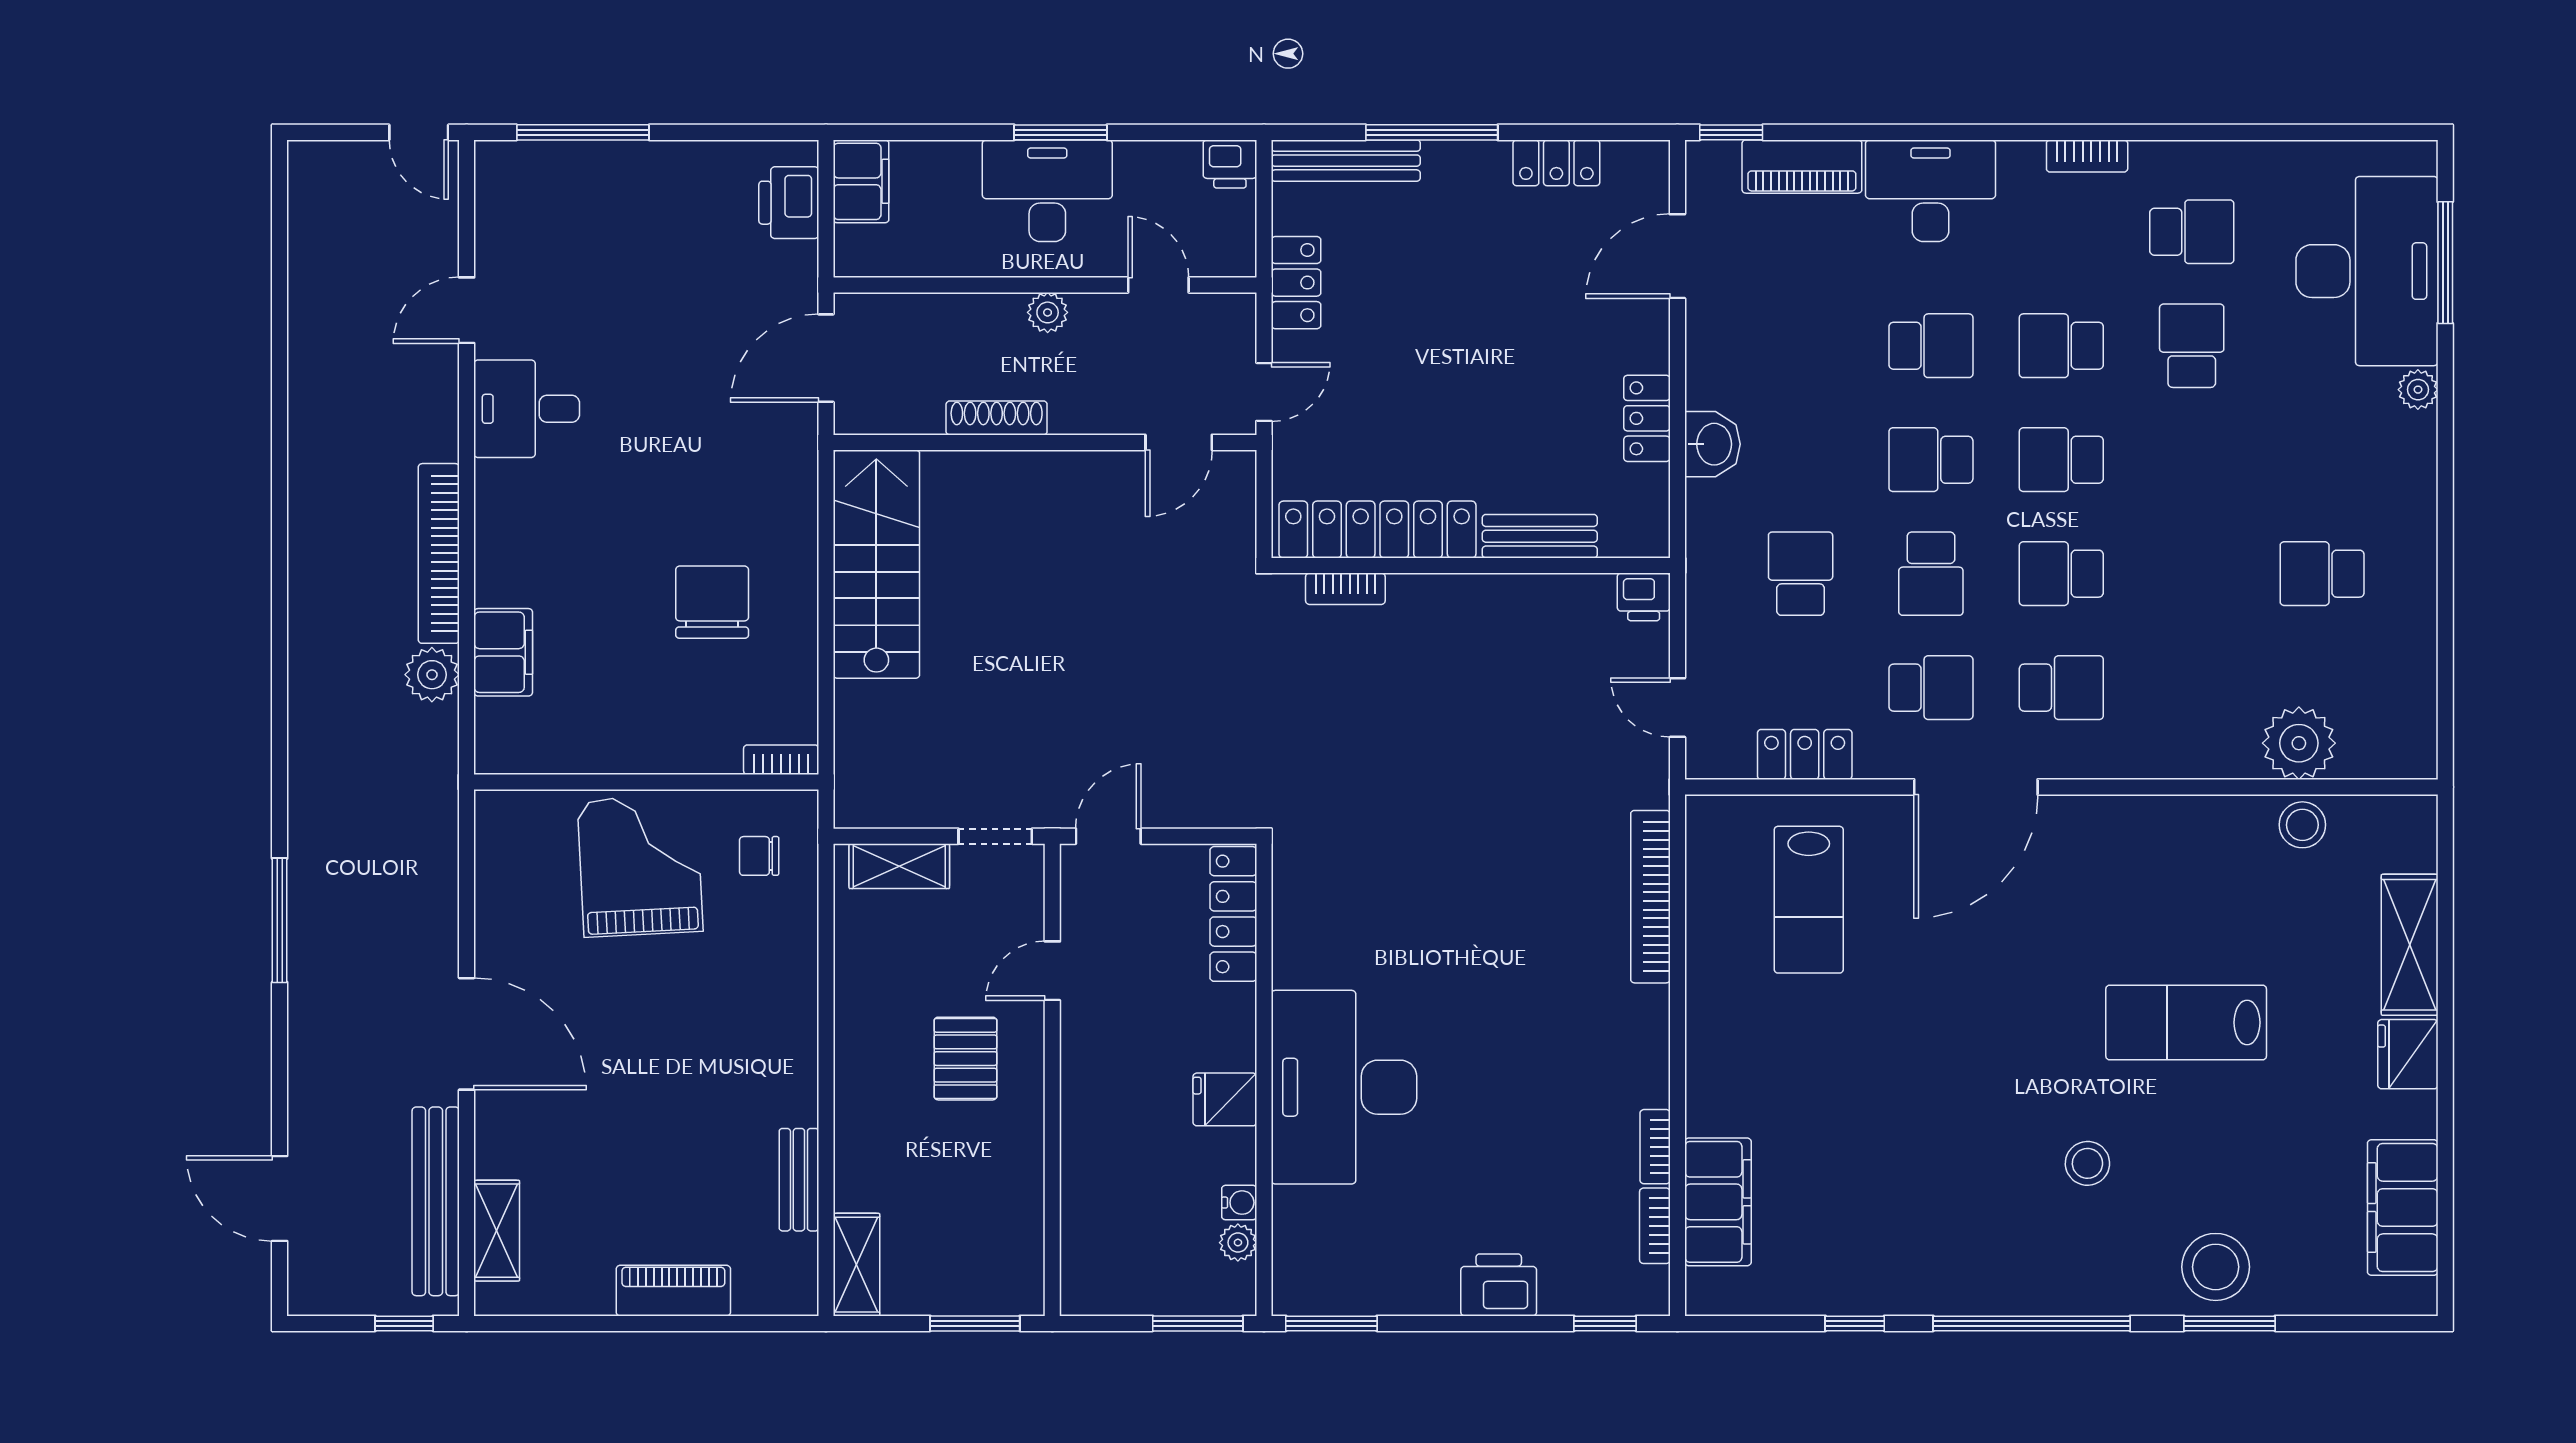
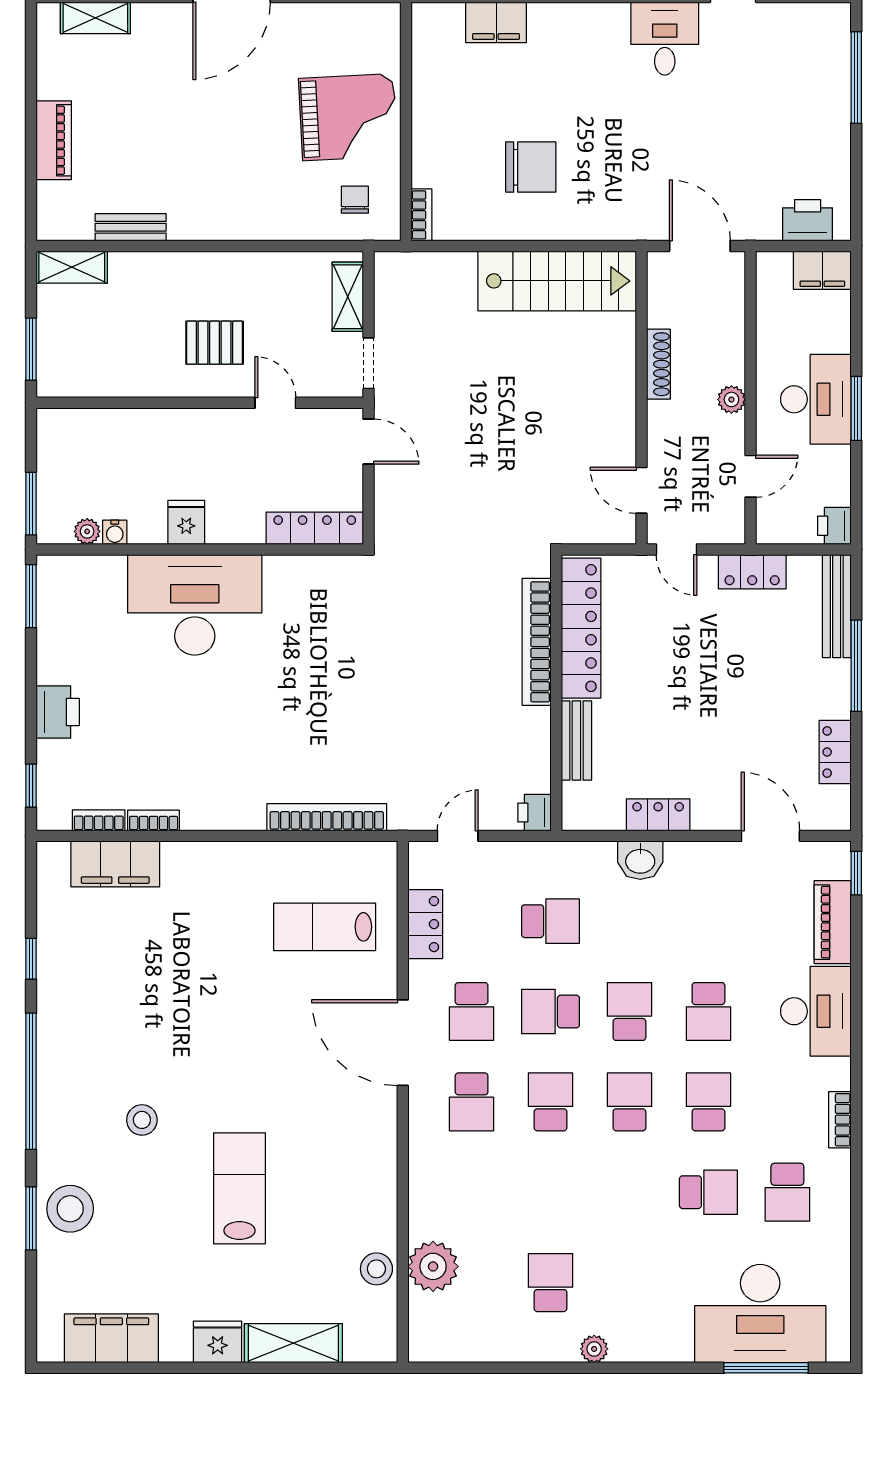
plant: (2418, 390) -> (594, 1349), moved
bookcase: (1345, 589) -> (537, 642), width x2.31, depth x1.31

